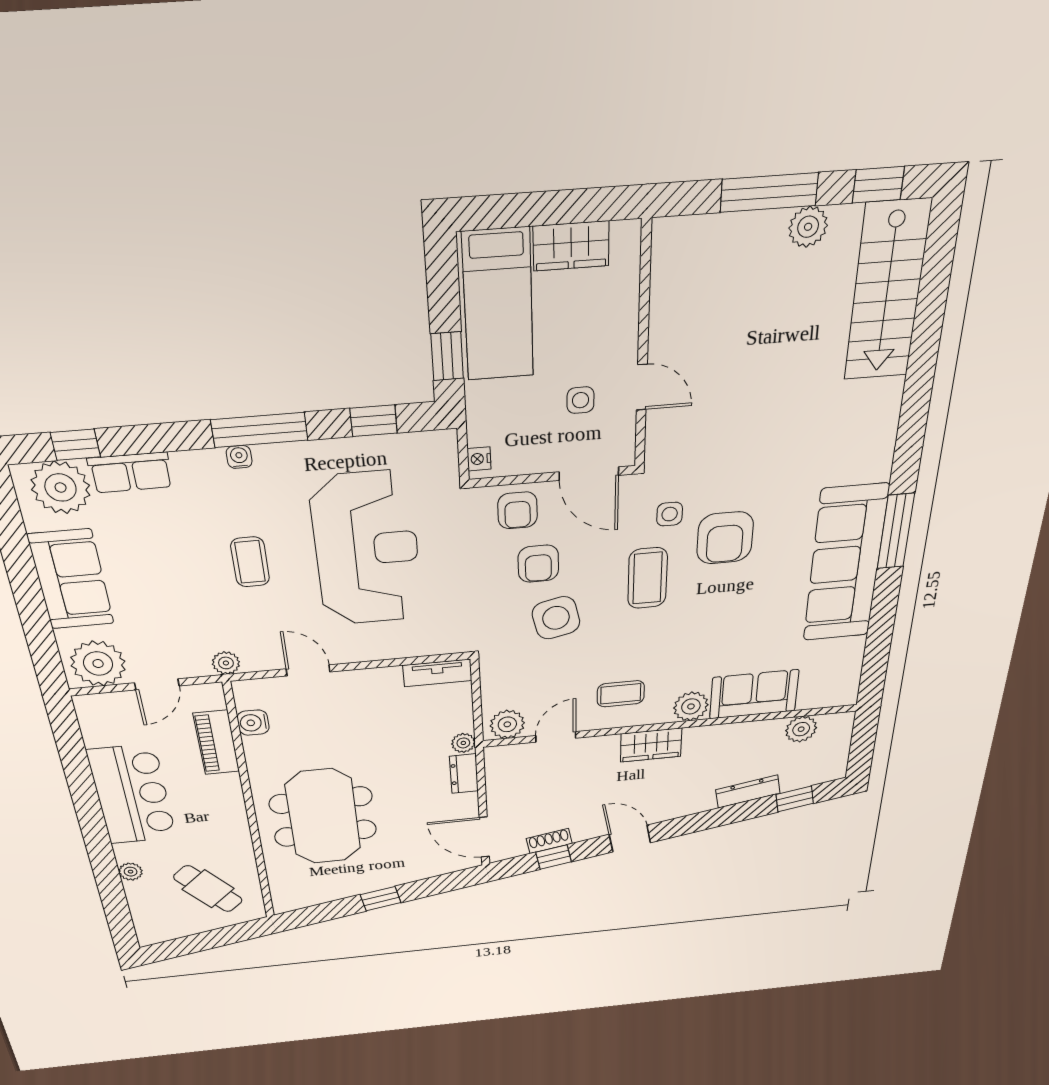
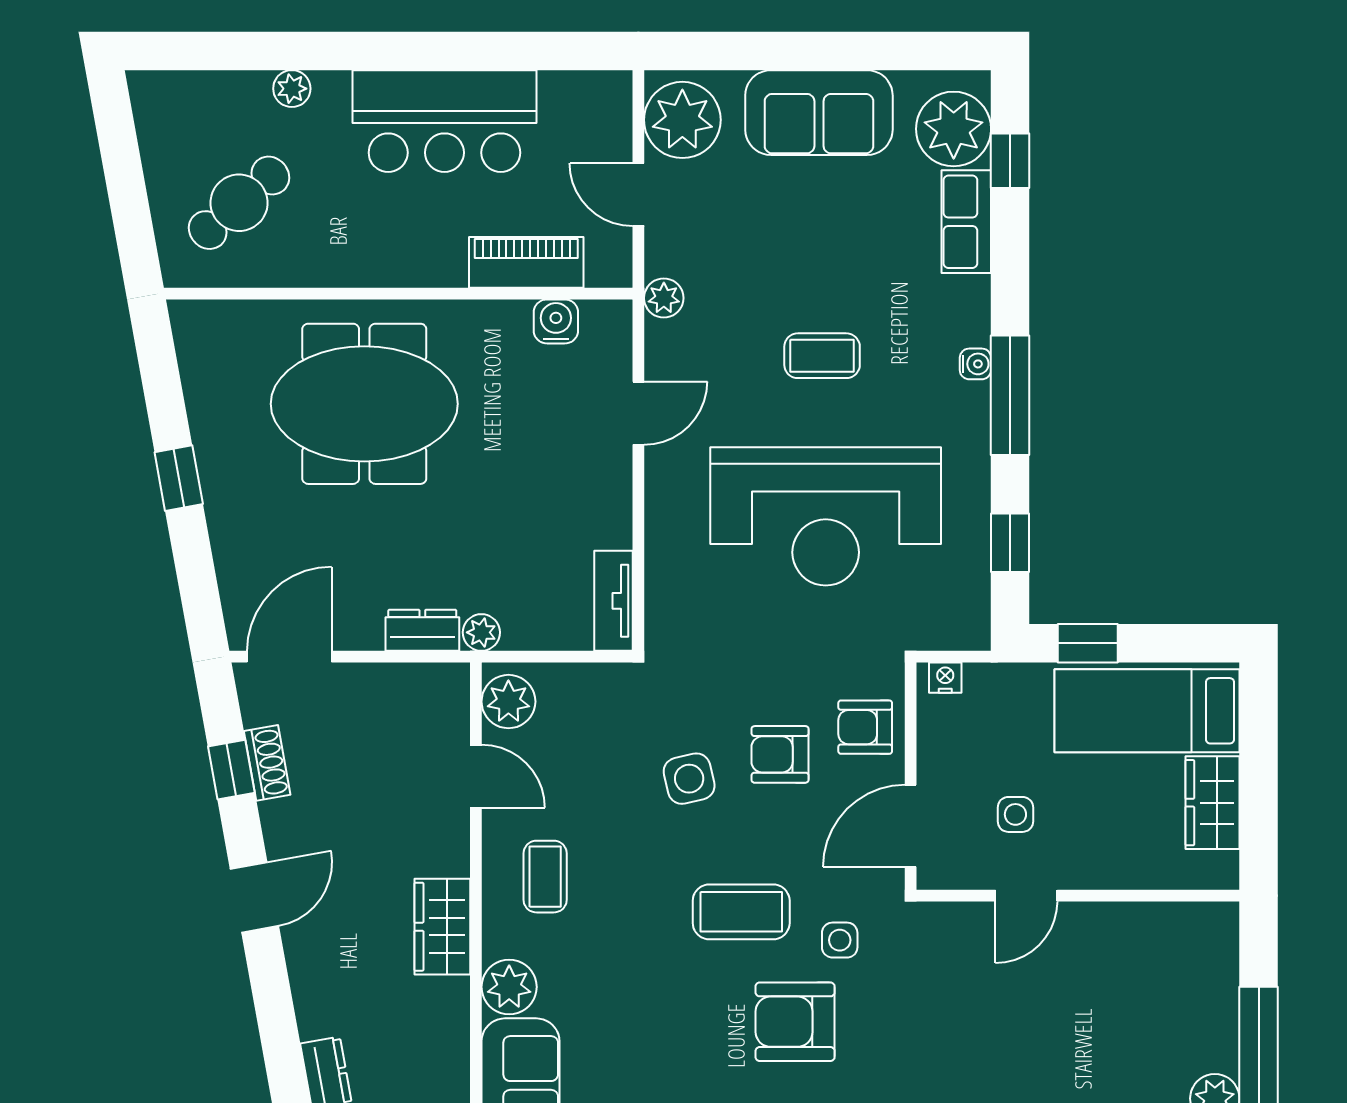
side table: (556, 618) -> (689, 779), width x0.73, depth x0.73

